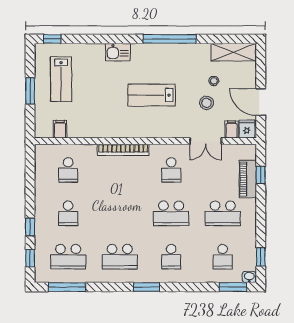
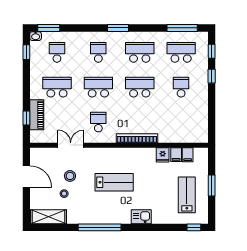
filing cabinet: (232, 129) -> (176, 155), moved
fridge: (247, 129) -> (163, 155), moved
school desk: (68, 170) -> (140, 87), moved, width x1.85

